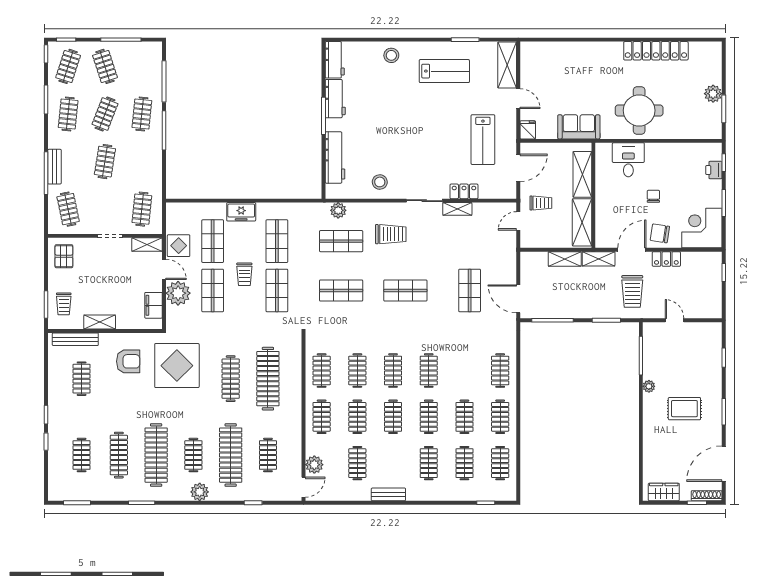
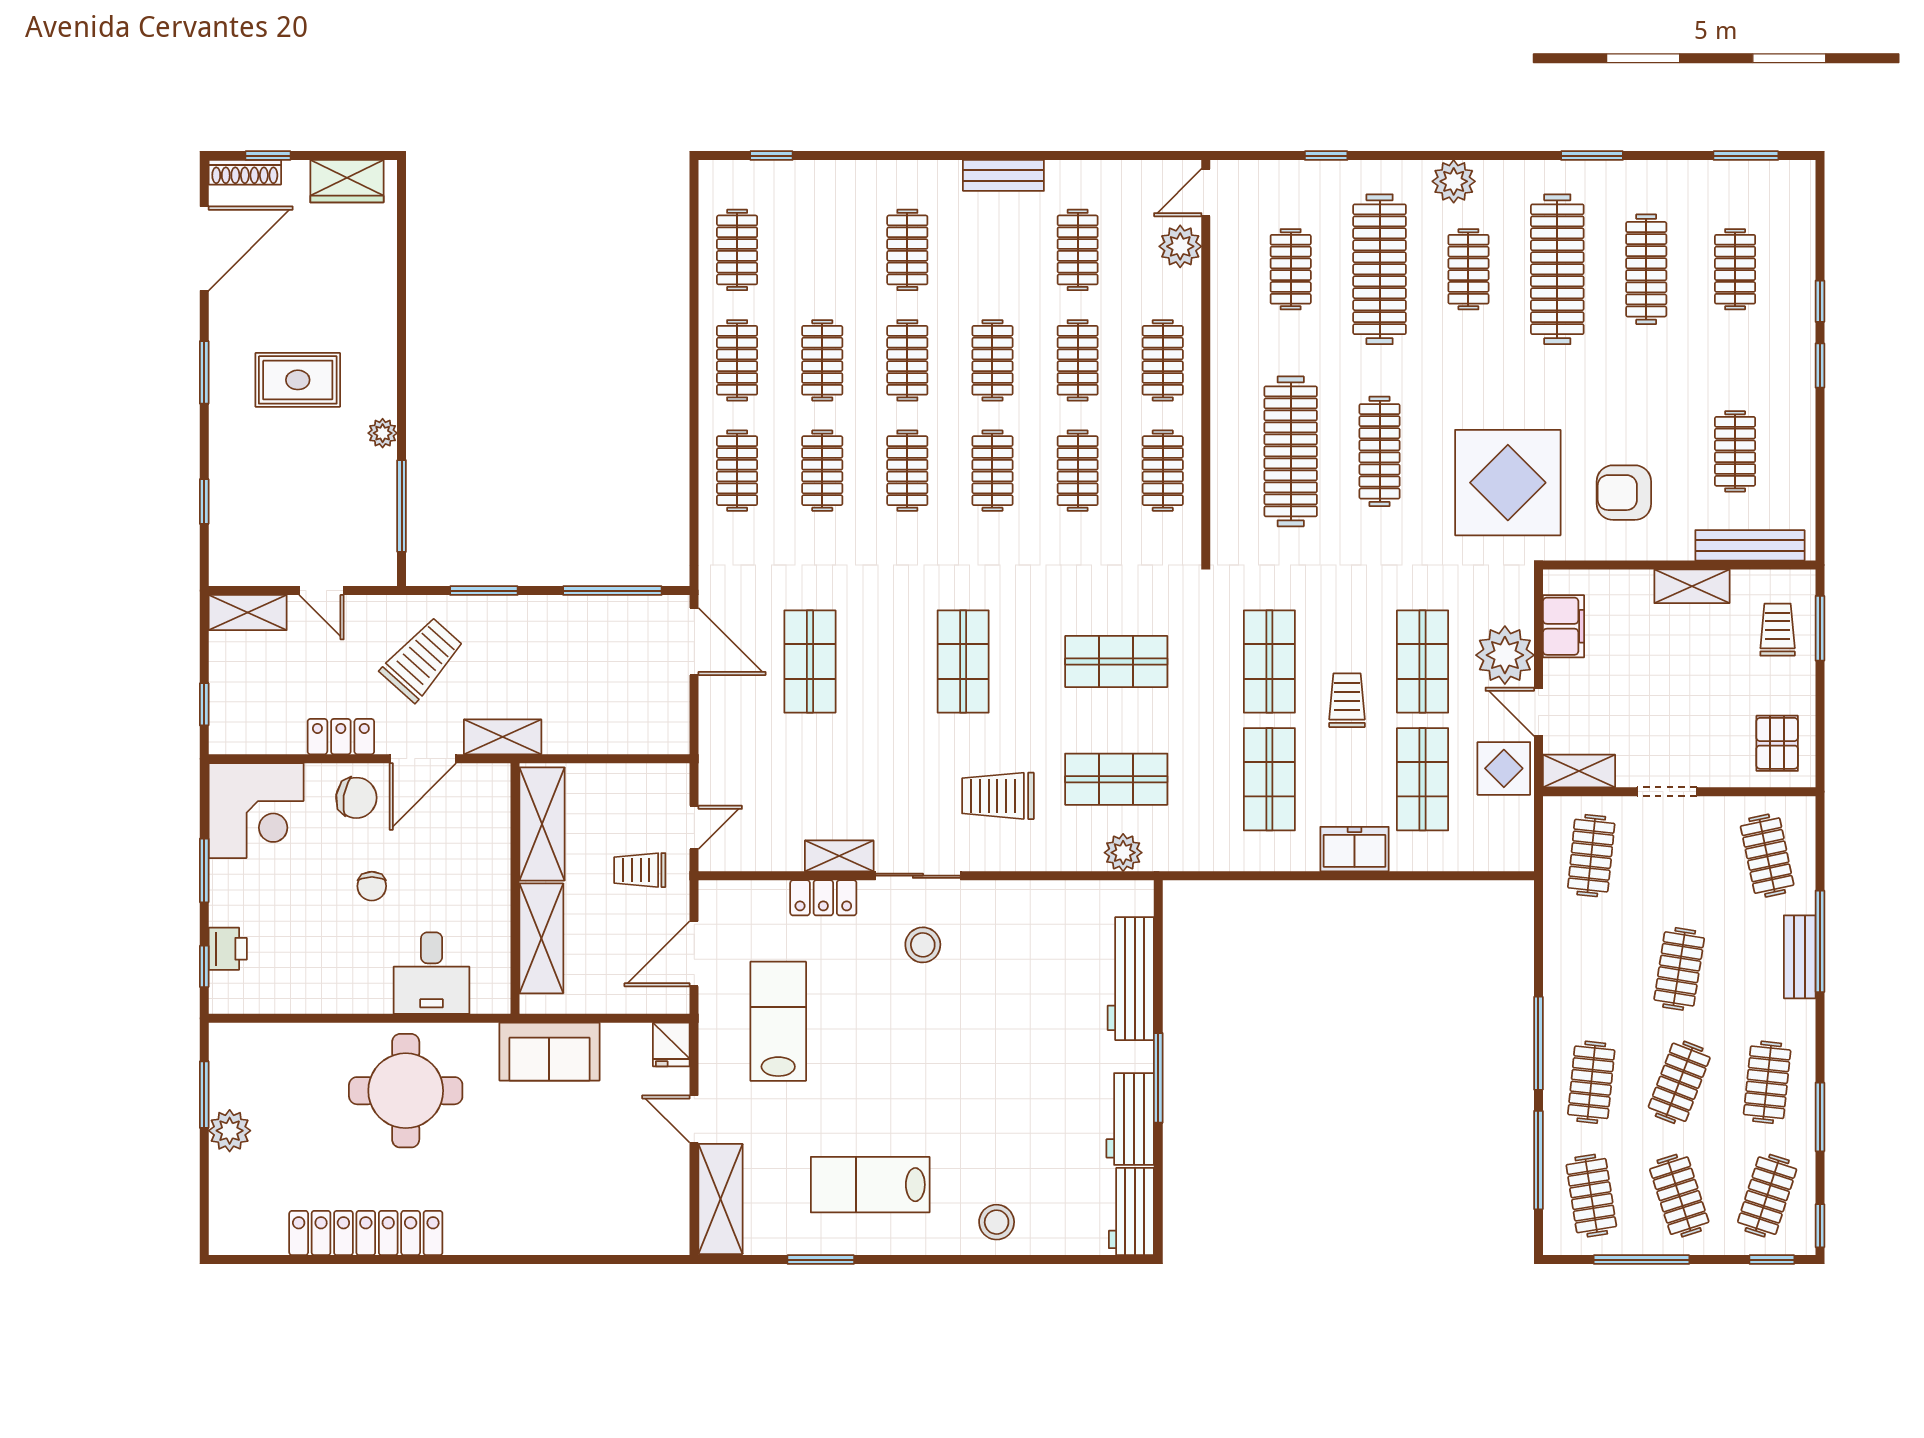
clothes rail: (142, 66) -> (1591, 1196), added
stool: (380, 182) -> (923, 945), moved
shelving: (565, 259) -> (248, 613), moved
shop shelf: (405, 290) -> (963, 662), turned 90
trolley: (632, 291) -> (422, 659), turned 42
clothes rail: (464, 463) -> (822, 471), moved

